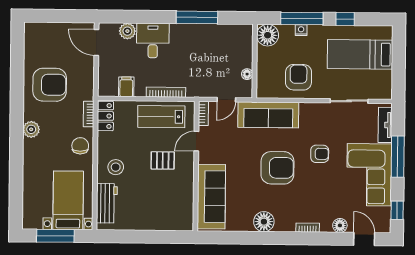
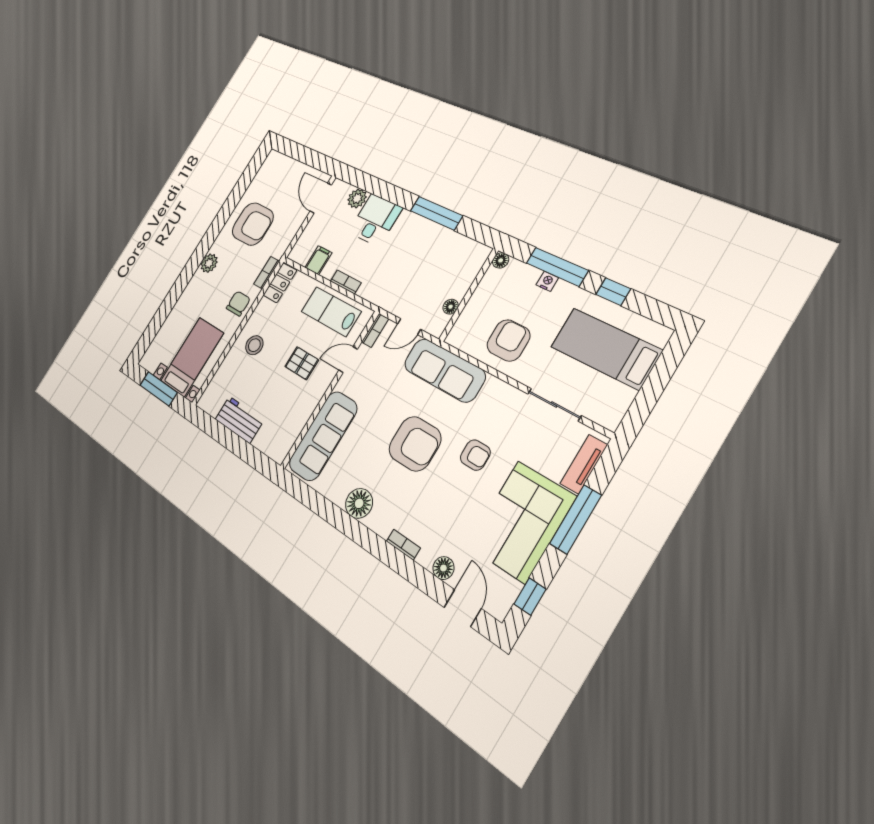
floor lamp: (268, 35) -> (501, 260), width x0.53, depth x0.53
bookcase: (166, 92) -> (346, 282), width x0.64
workbench: (107, 203) -> (239, 420), moved, turned -90

